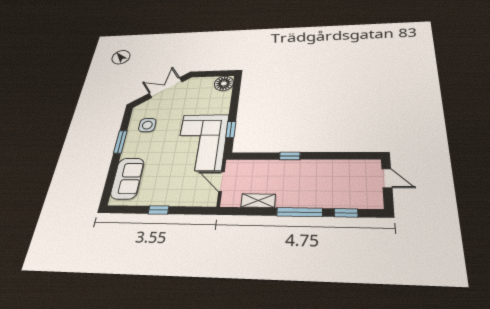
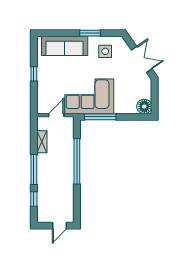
window: (231, 129) -> (100, 117), width x2.17
window: (290, 156) -> (77, 161), width x3.17
sofa: (127, 178) -> (65, 46), width x1.36

